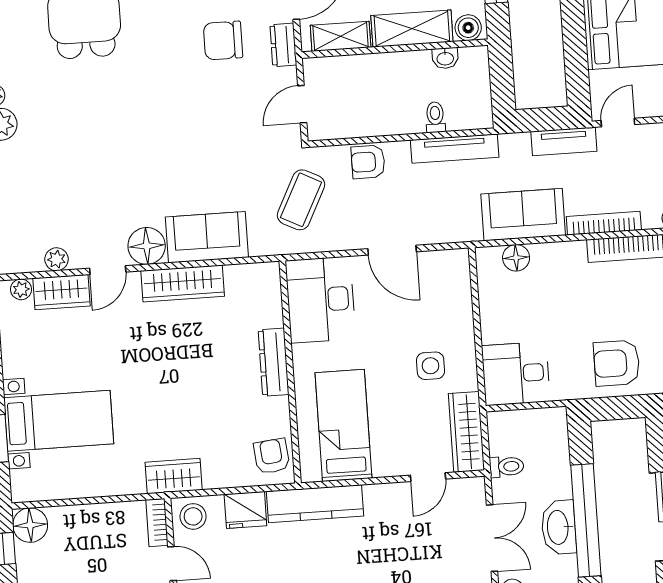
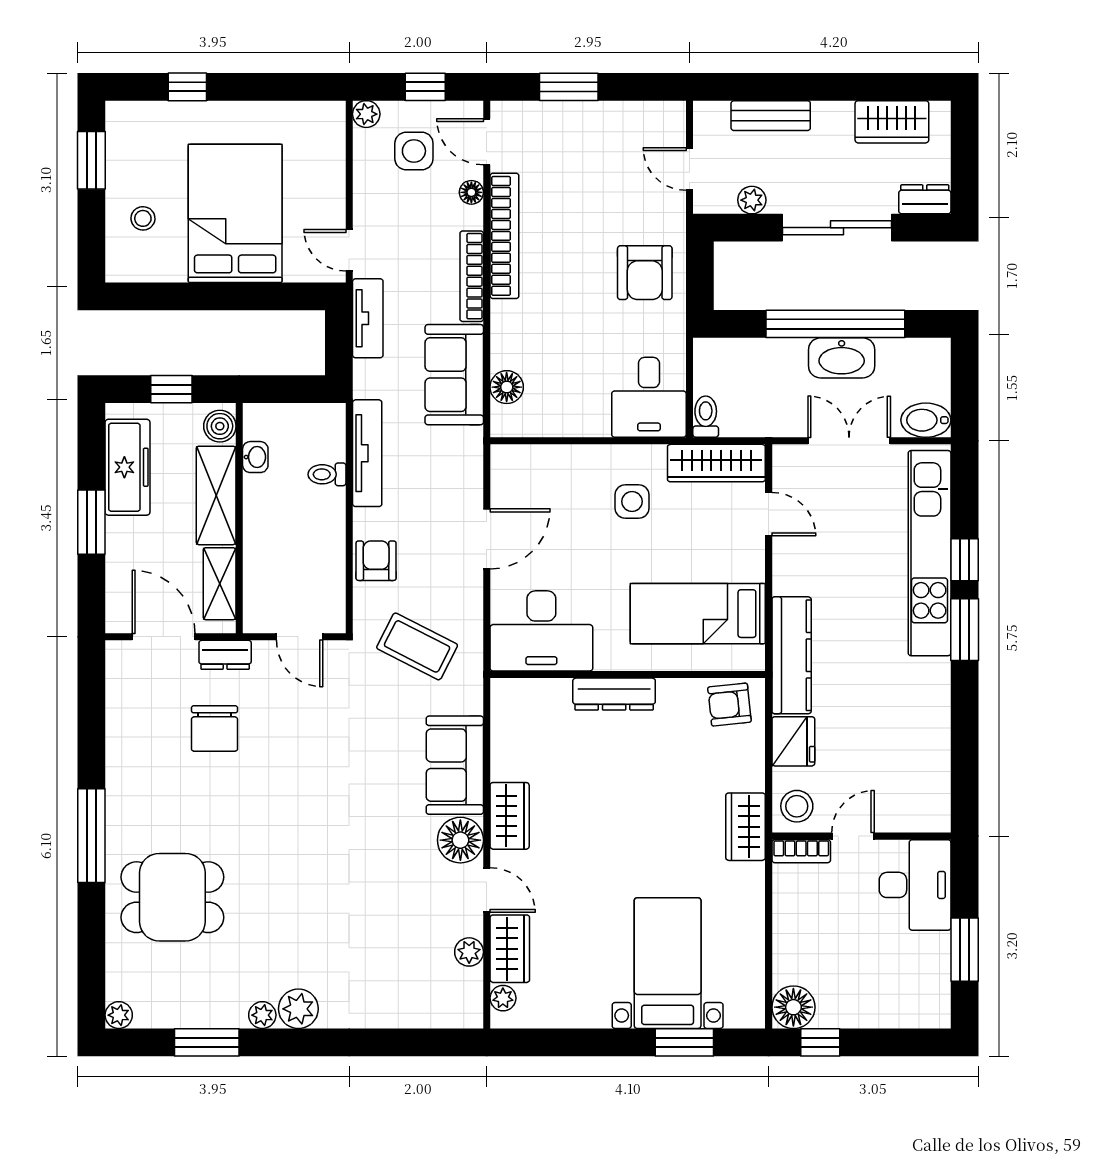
armchair: (368, 162) -> (376, 561), turned 180
wardrobe: (183, 283) -> (510, 816), width x0.67
toilet: (507, 467) -> (706, 417), moved

